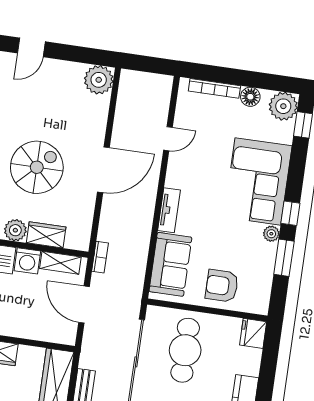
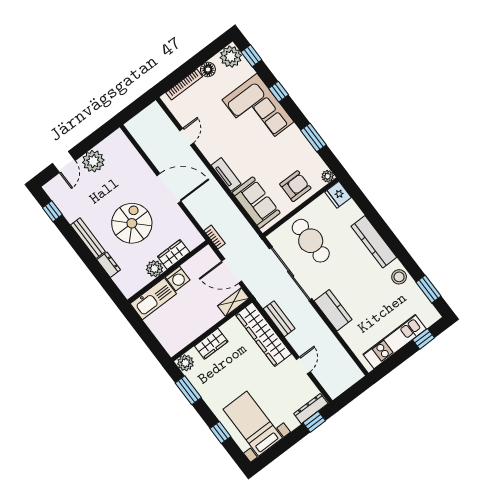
plant: (99, 80) -> (93, 161), moved
door: (103, 170) -> (169, 188), hinge flipped
window: (290, 213) -> (279, 92), moved
plant: (271, 234) -> (328, 176), moved
shelving: (60, 263) -> (233, 302), moved
armchair: (222, 286) -> (295, 186), turned 180

